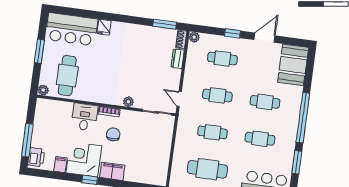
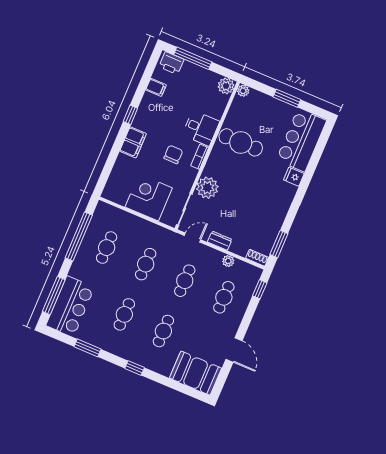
window: (232, 33) -> (260, 289), moved
plant: (194, 37) -> (228, 261), moved
dresser: (178, 59) -> (220, 241), moved
cafe table: (67, 76) -> (241, 142), moved
plant: (128, 102) -> (207, 188), width x1.88, depth x1.88
plant: (43, 106) -> (226, 86), added
window: (303, 118) -> (135, 368), width x0.32
chair: (113, 134) -> (173, 154), turned -90
corner desk: (84, 159) -> (149, 197), moved, turned -90
cafe table: (207, 169) -> (107, 248), width x0.73, depth x0.74

